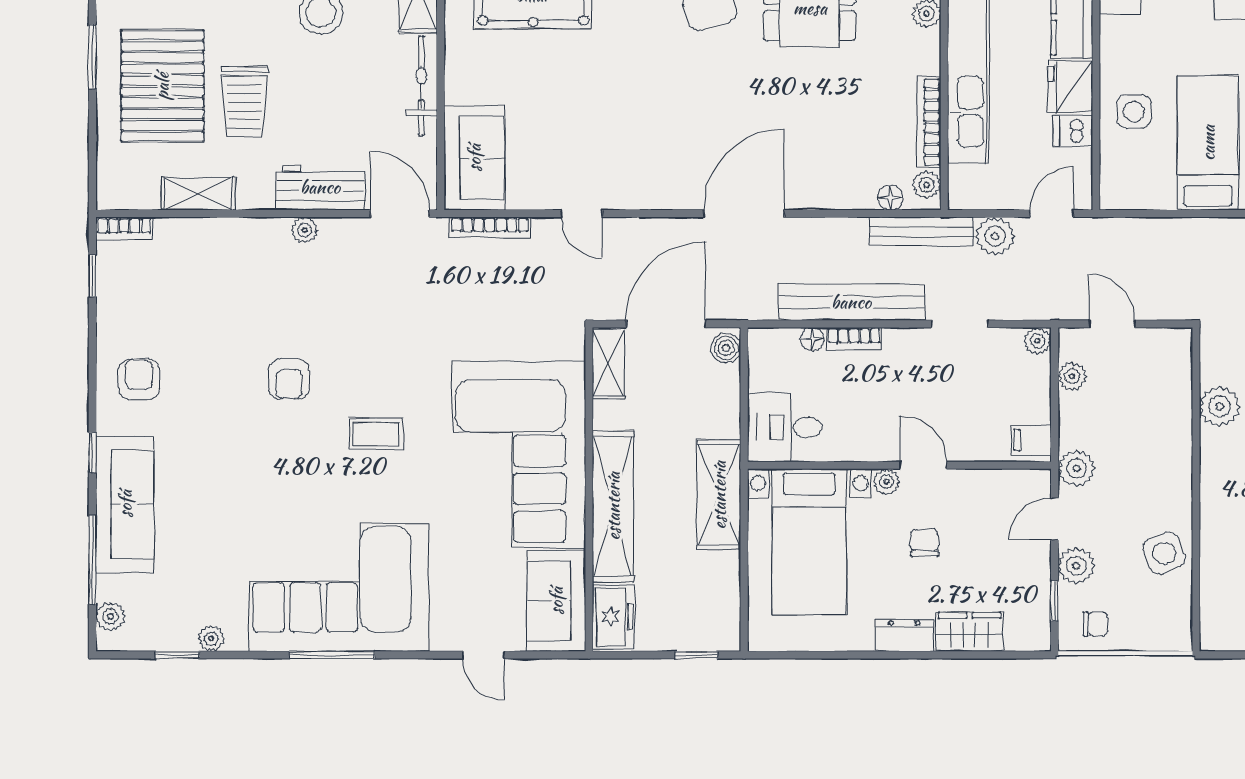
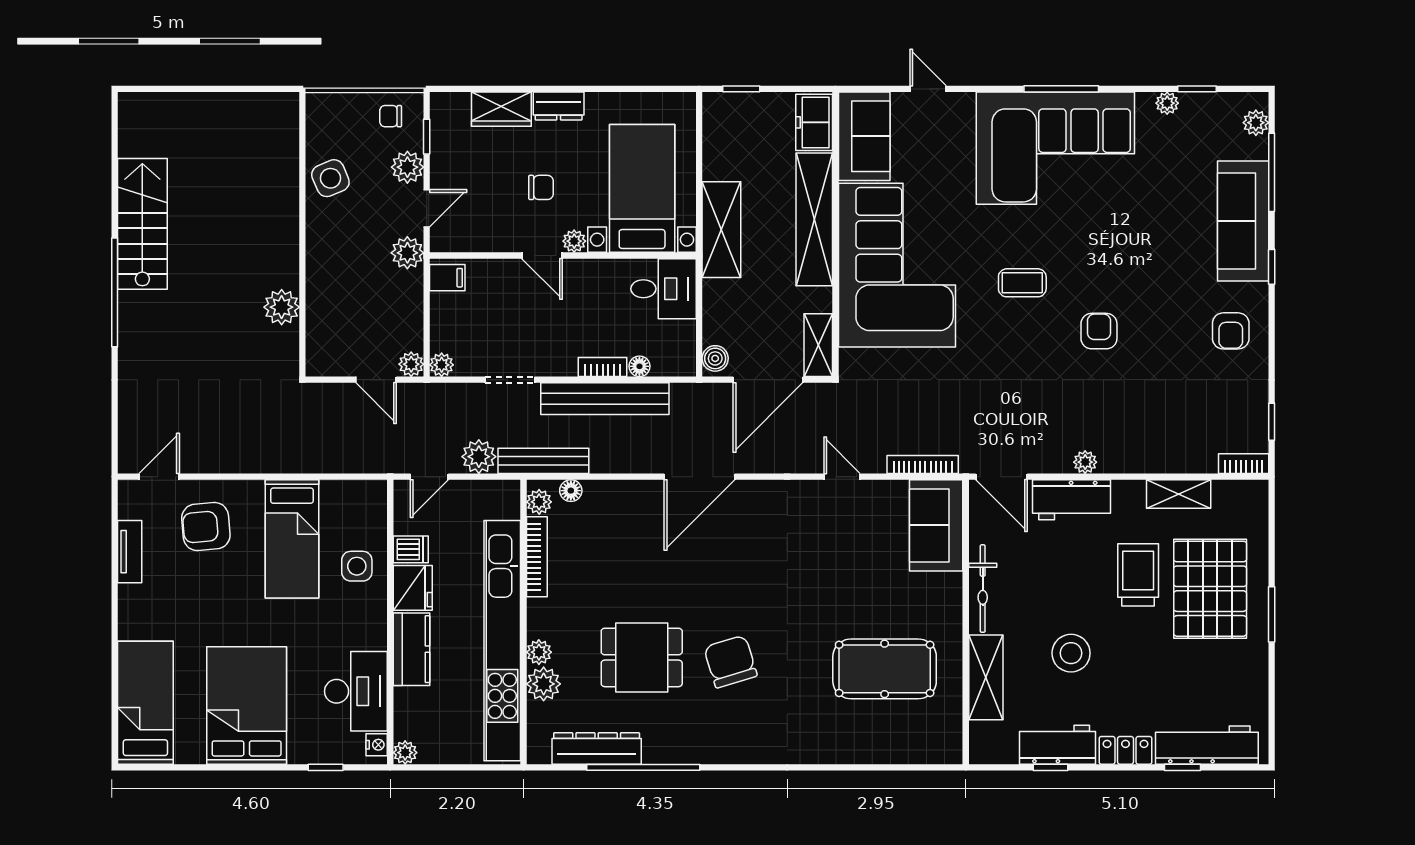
plant: (1072, 376) -> (411, 364), moved
chair: (924, 543) -> (541, 187), turned -90

